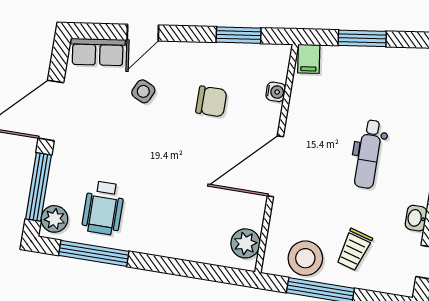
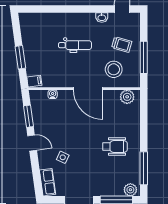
door: (143, 33) -> (32, 143), moved
chair: (211, 101) -> (62, 124), removed
wheelchair: (103, 208) -> (115, 147), moved
stool: (305, 258) -> (114, 69), moved

